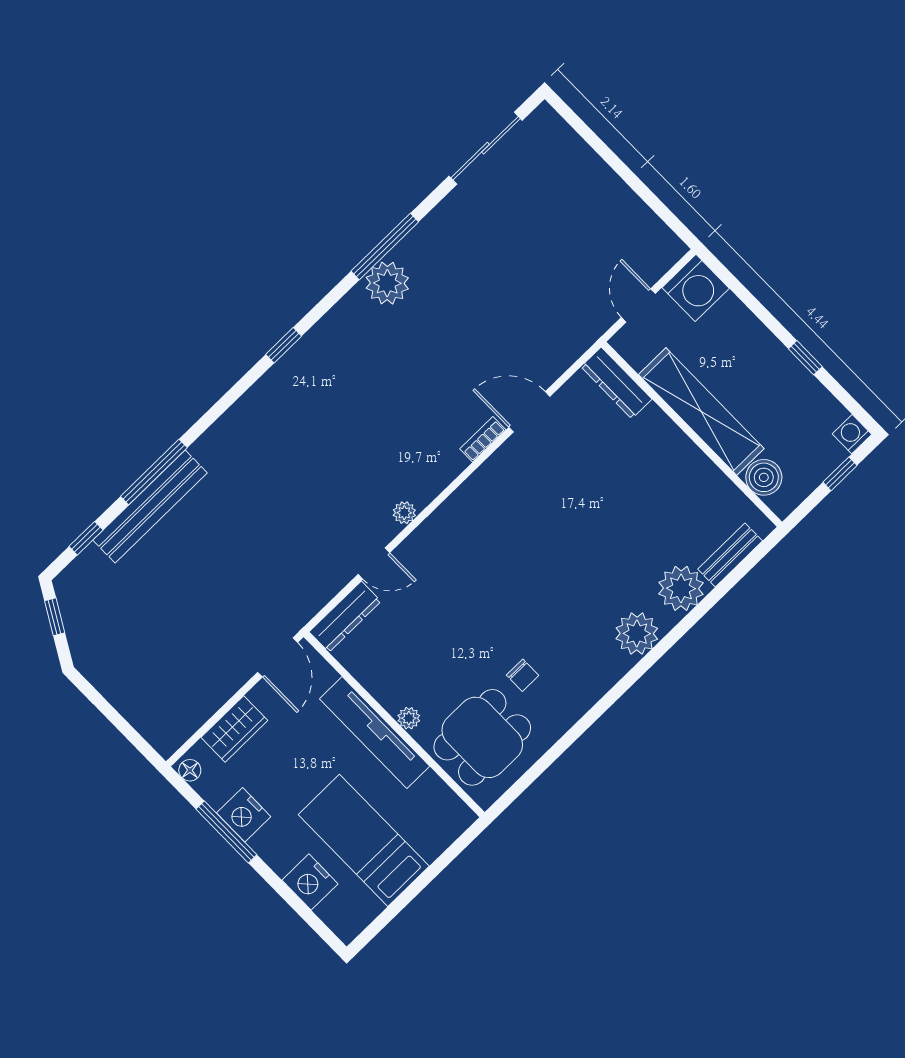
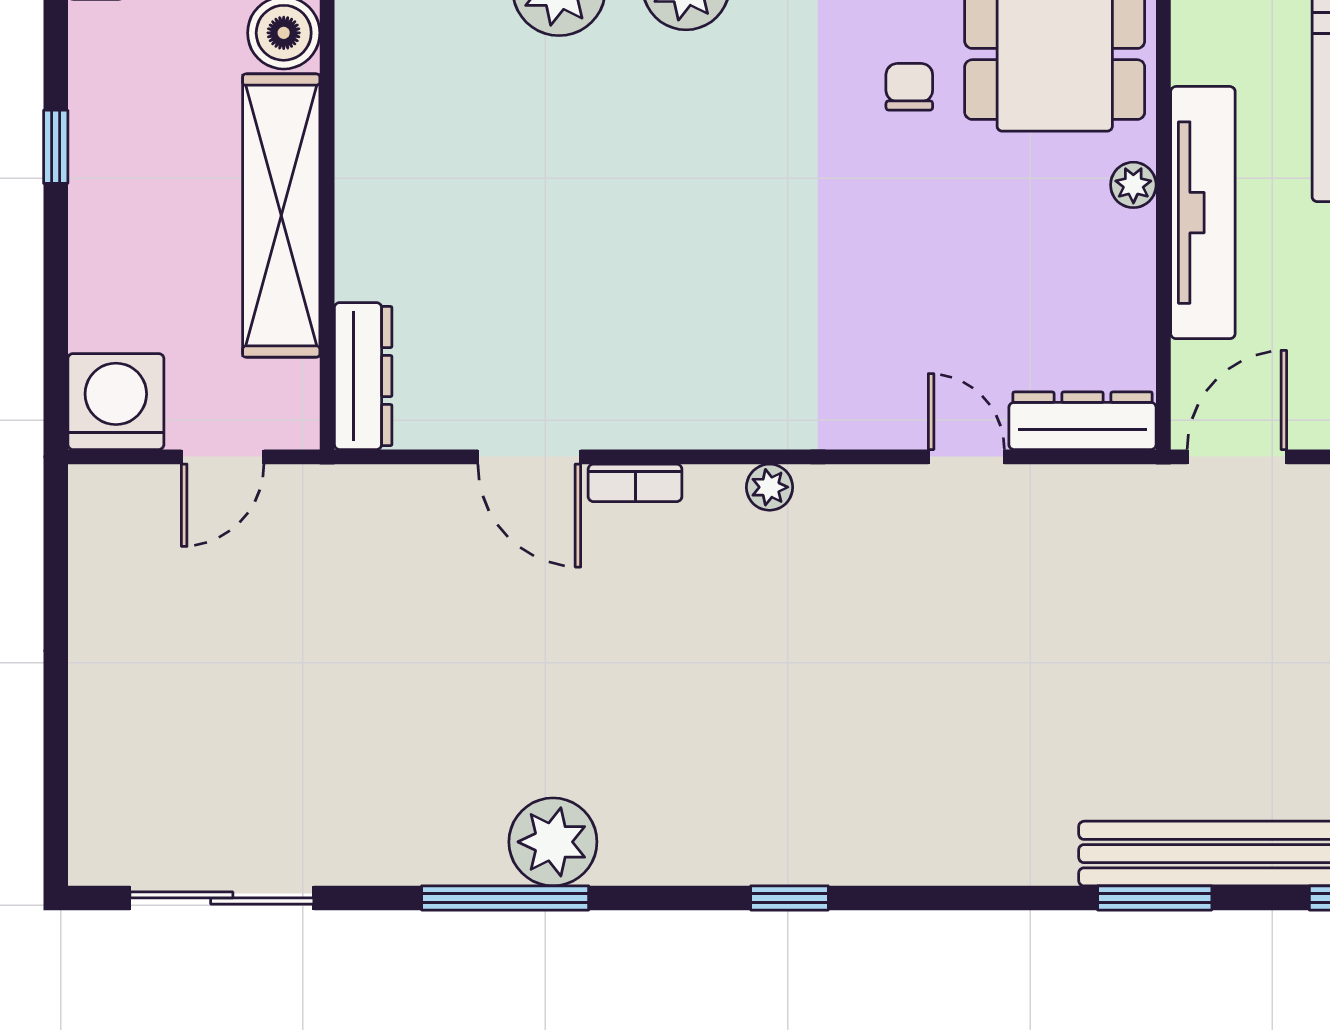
window: (154, 472) -> (1155, 898), width x0.69
plant: (404, 513) -> (770, 487), moved

